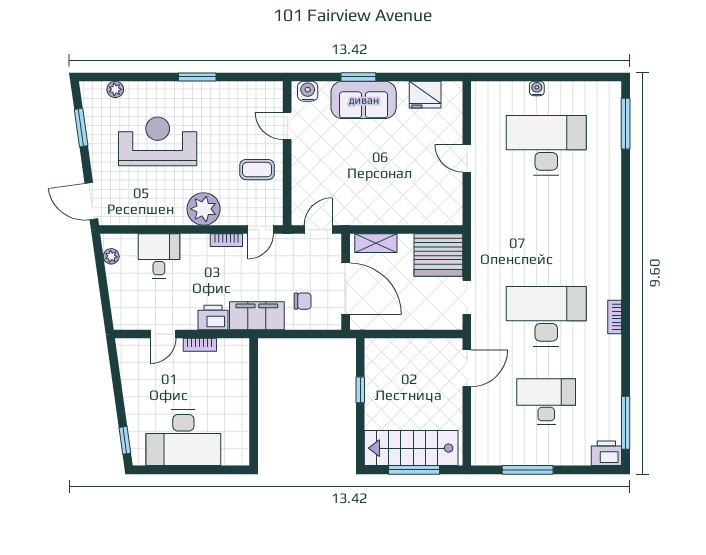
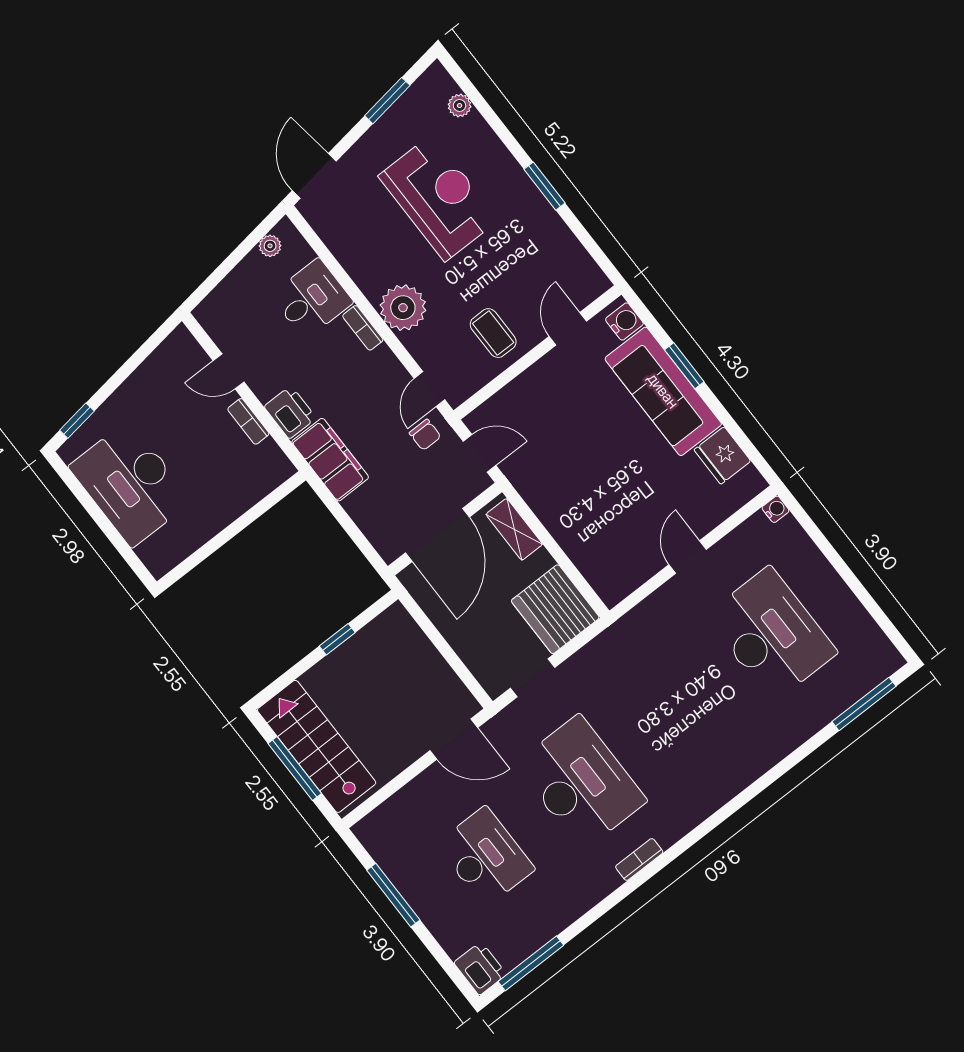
water cooler: (537, 88) -> (775, 509), moved
sofa: (364, 100) -> (663, 391), width x1.36
door: (261, 230) -> (429, 389), hinge flipped
bookcase: (226, 240) -> (363, 328), moved
chair: (303, 301) -> (425, 435), moved

